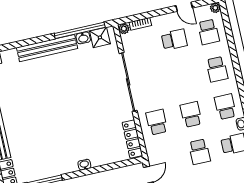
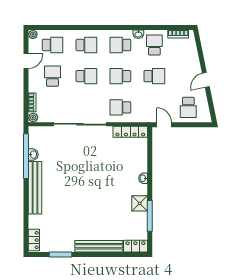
shower: (100, 37) -> (140, 203), moved
school desk: (183, 77) -> (86, 76), added

